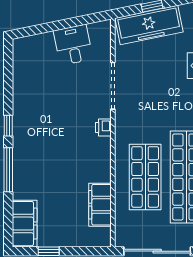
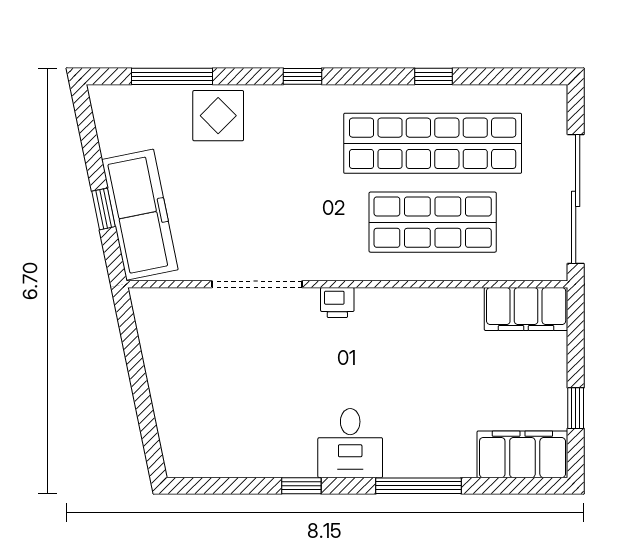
desk: (73, 45) -> (350, 443), moved, turned -78
window: (8, 126) -> (301, 486), moved
filing cabinet: (100, 205) -> (526, 309), moved

